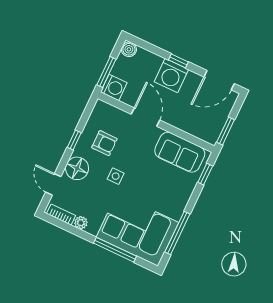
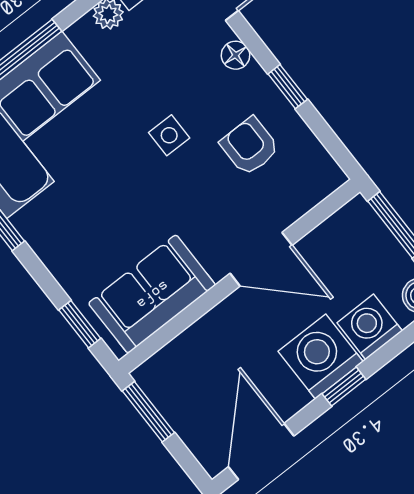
washing machine: (114, 87) -> (370, 327), moved, turned 90
armchair: (104, 143) -> (250, 146), turned 90
floor lamp: (77, 168) -> (235, 55), width x0.53, depth x0.53

